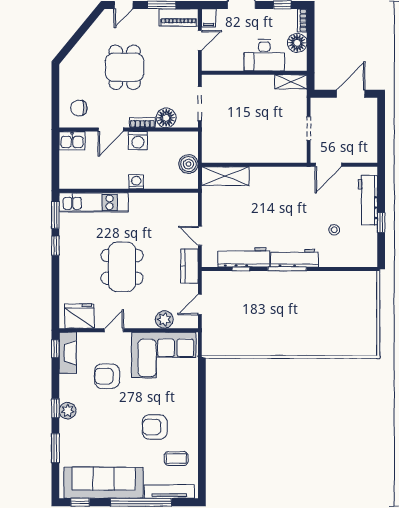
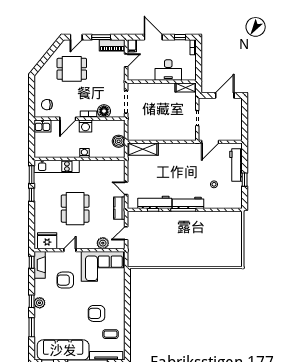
floor lamp: (297, 43) -> (190, 62), removed
dining table: (125, 67) -> (72, 69), moved, turned 90

